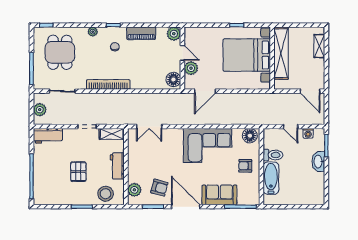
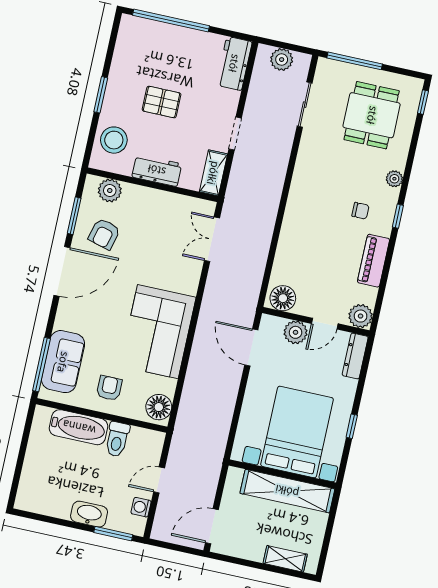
dresser: (197, 32) -> (355, 356), added
dining table: (60, 52) -> (372, 115), turned 90
bookcase: (108, 84) -> (299, 185), removed
sofa: (219, 195) -> (63, 362), moved

